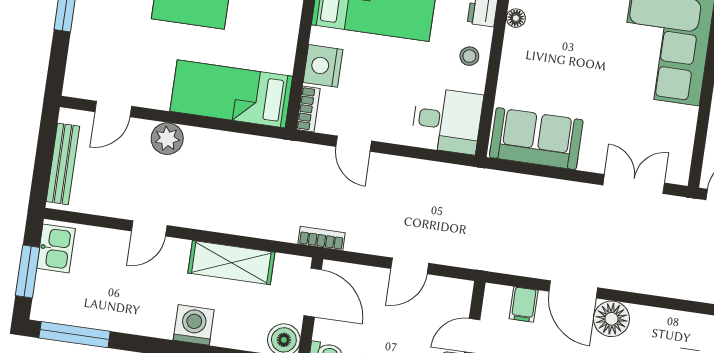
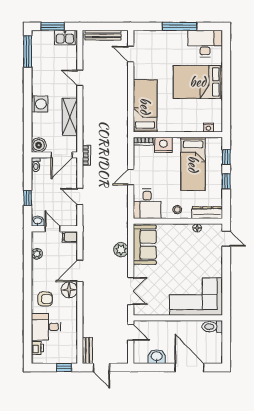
plant: (167, 139) -> (121, 250), moved
door: (354, 144) -> (131, 177), moved
filing cabinet: (524, 305) -> (70, 237), moved

